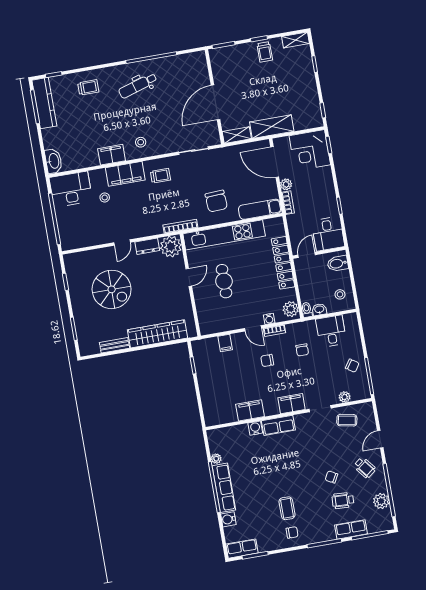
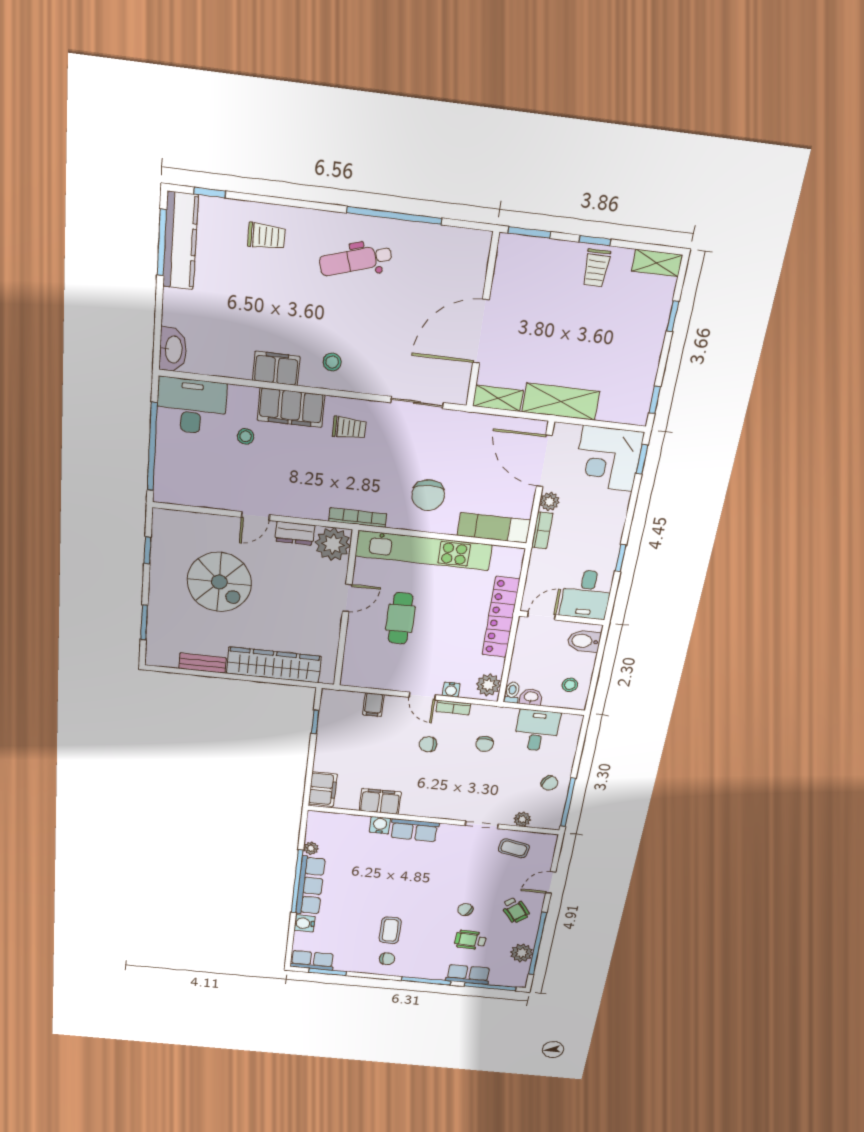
filing cabinet: (291, 404) -> (323, 789), moved, turned 90

